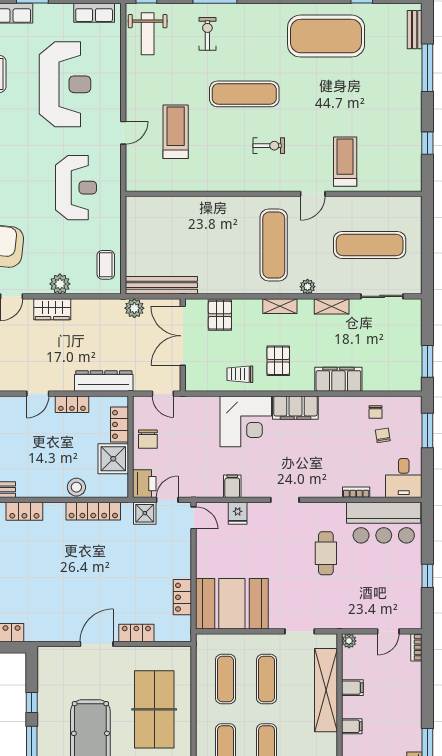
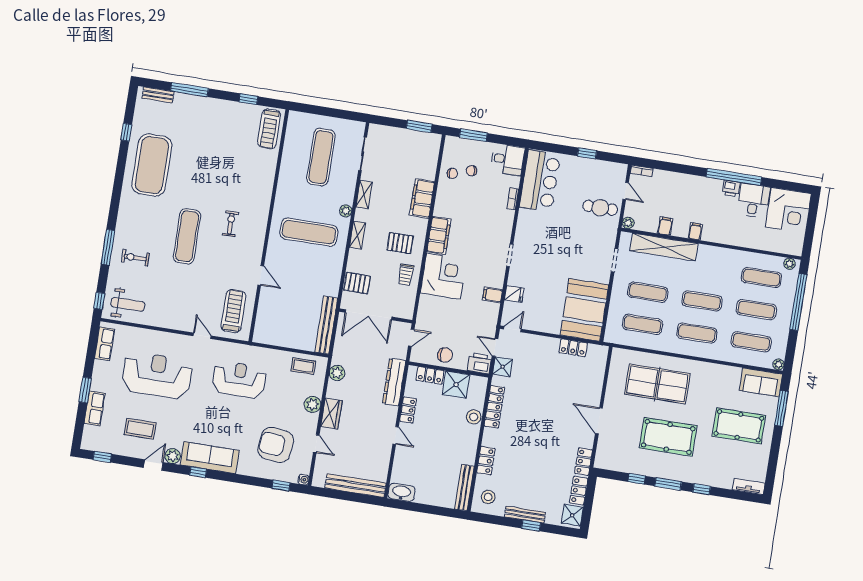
treadmill: (176, 132) -> (234, 311), moved, turned 90
treadmill: (345, 162) -> (269, 129), moved, turned -90
door: (313, 194) -> (261, 275), moved
plant: (134, 308) -> (337, 373), moved
cafe table: (326, 553) -> (600, 208), moved
locker: (136, 633) -> (584, 462), moved

